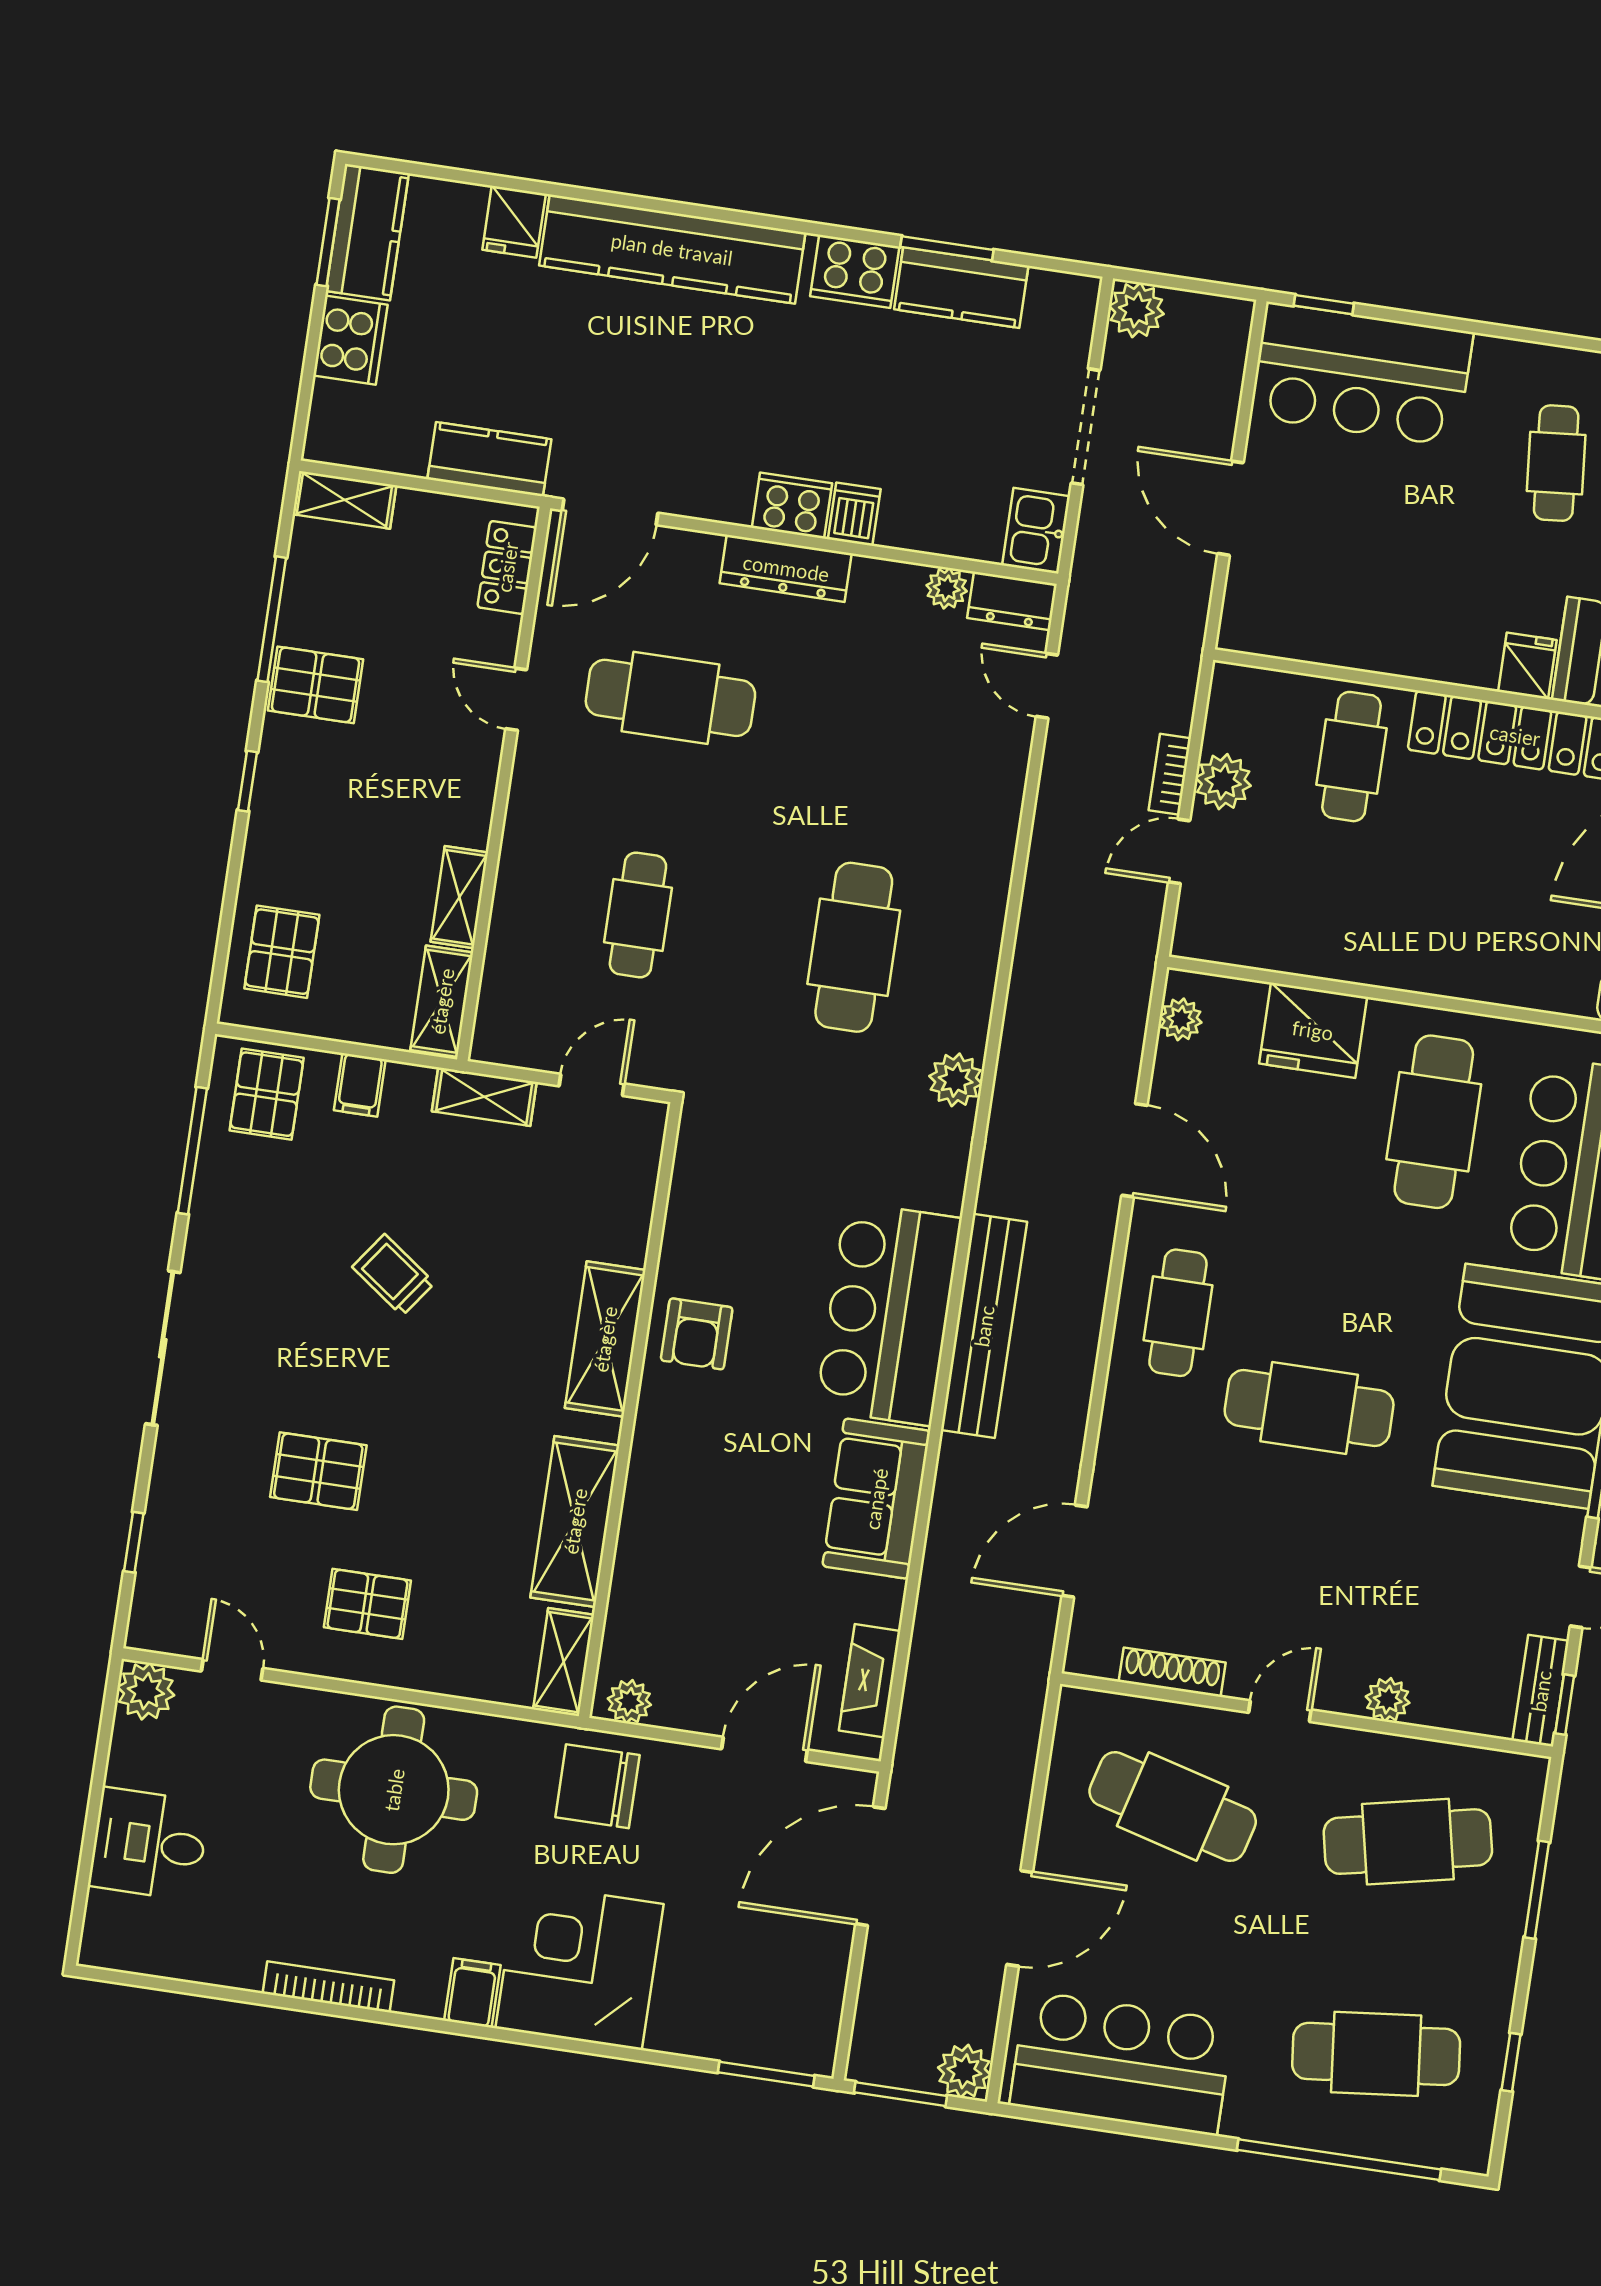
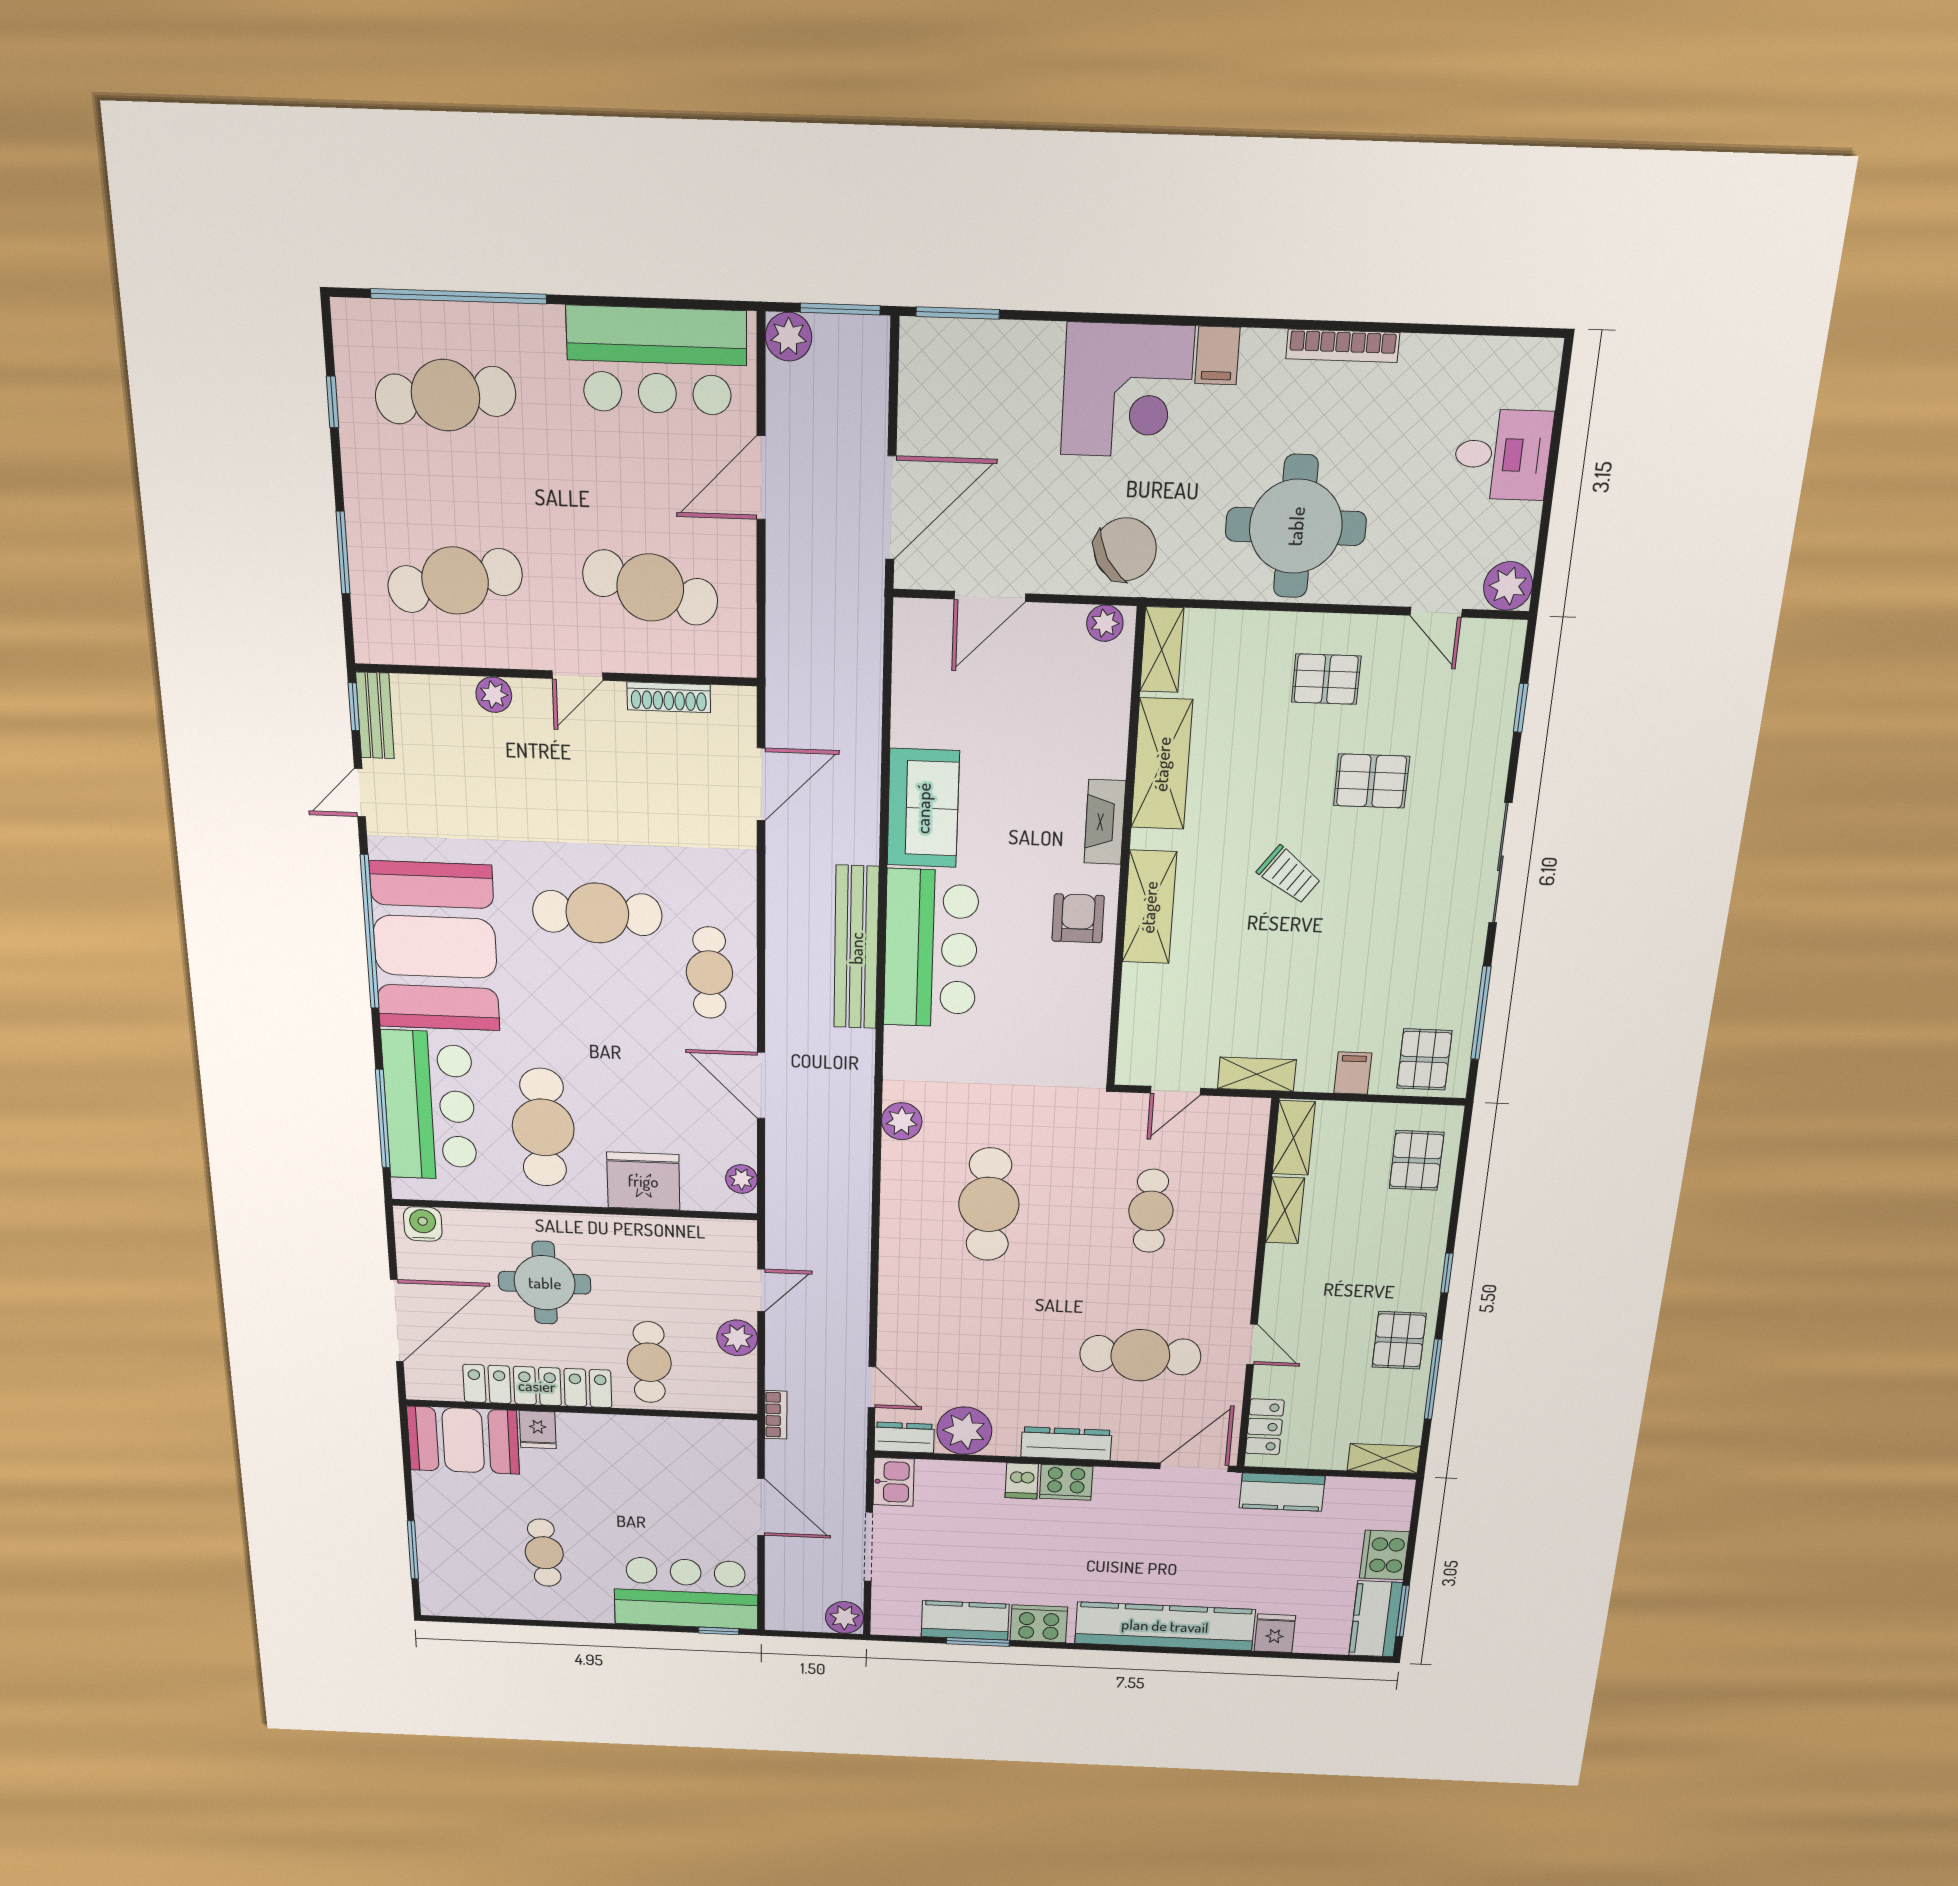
plant: (947, 588) -> (964, 1431), width x1.88, depth x1.88
pallet: (316, 685) -> (1399, 1340), turned 90
bookcase: (1170, 774) -> (776, 1415), moved
round table: (1475, 894) -> (545, 1283), added
trolley: (393, 1275) -> (1289, 875), moved
fireplace: (870, 1681) -> (1105, 822), moved, turned 180
chair: (597, 1786) -> (1125, 549), turned -30

